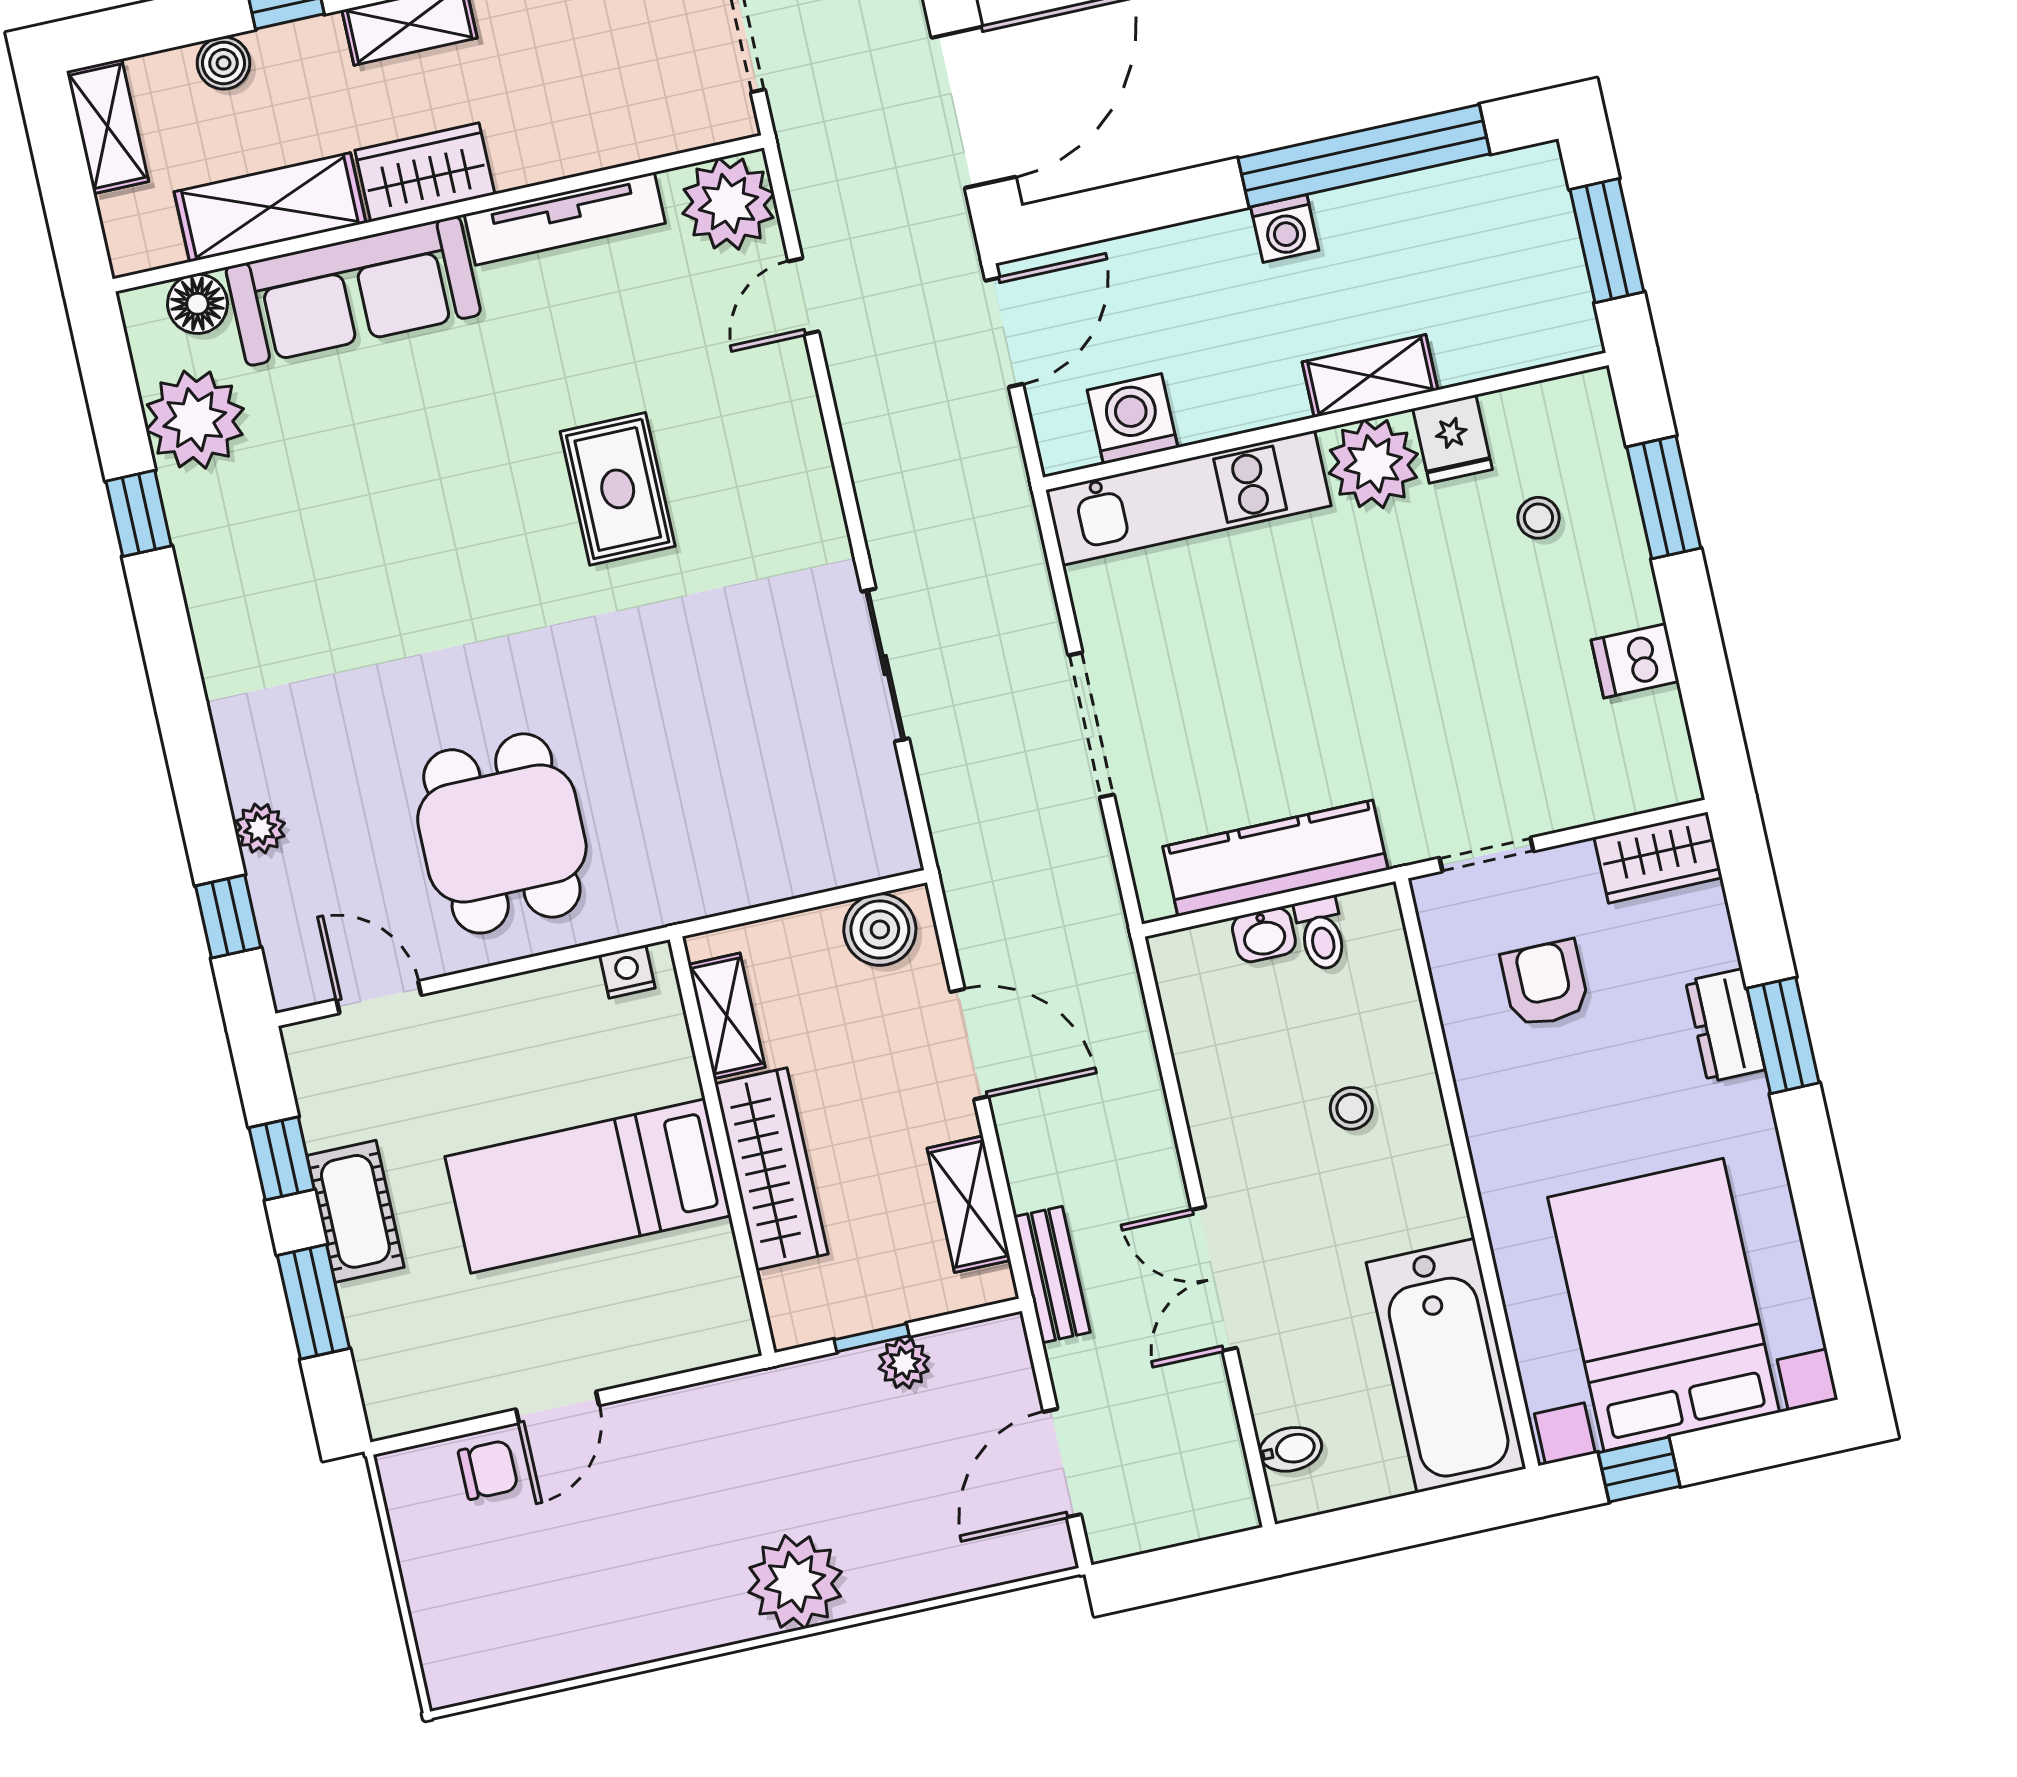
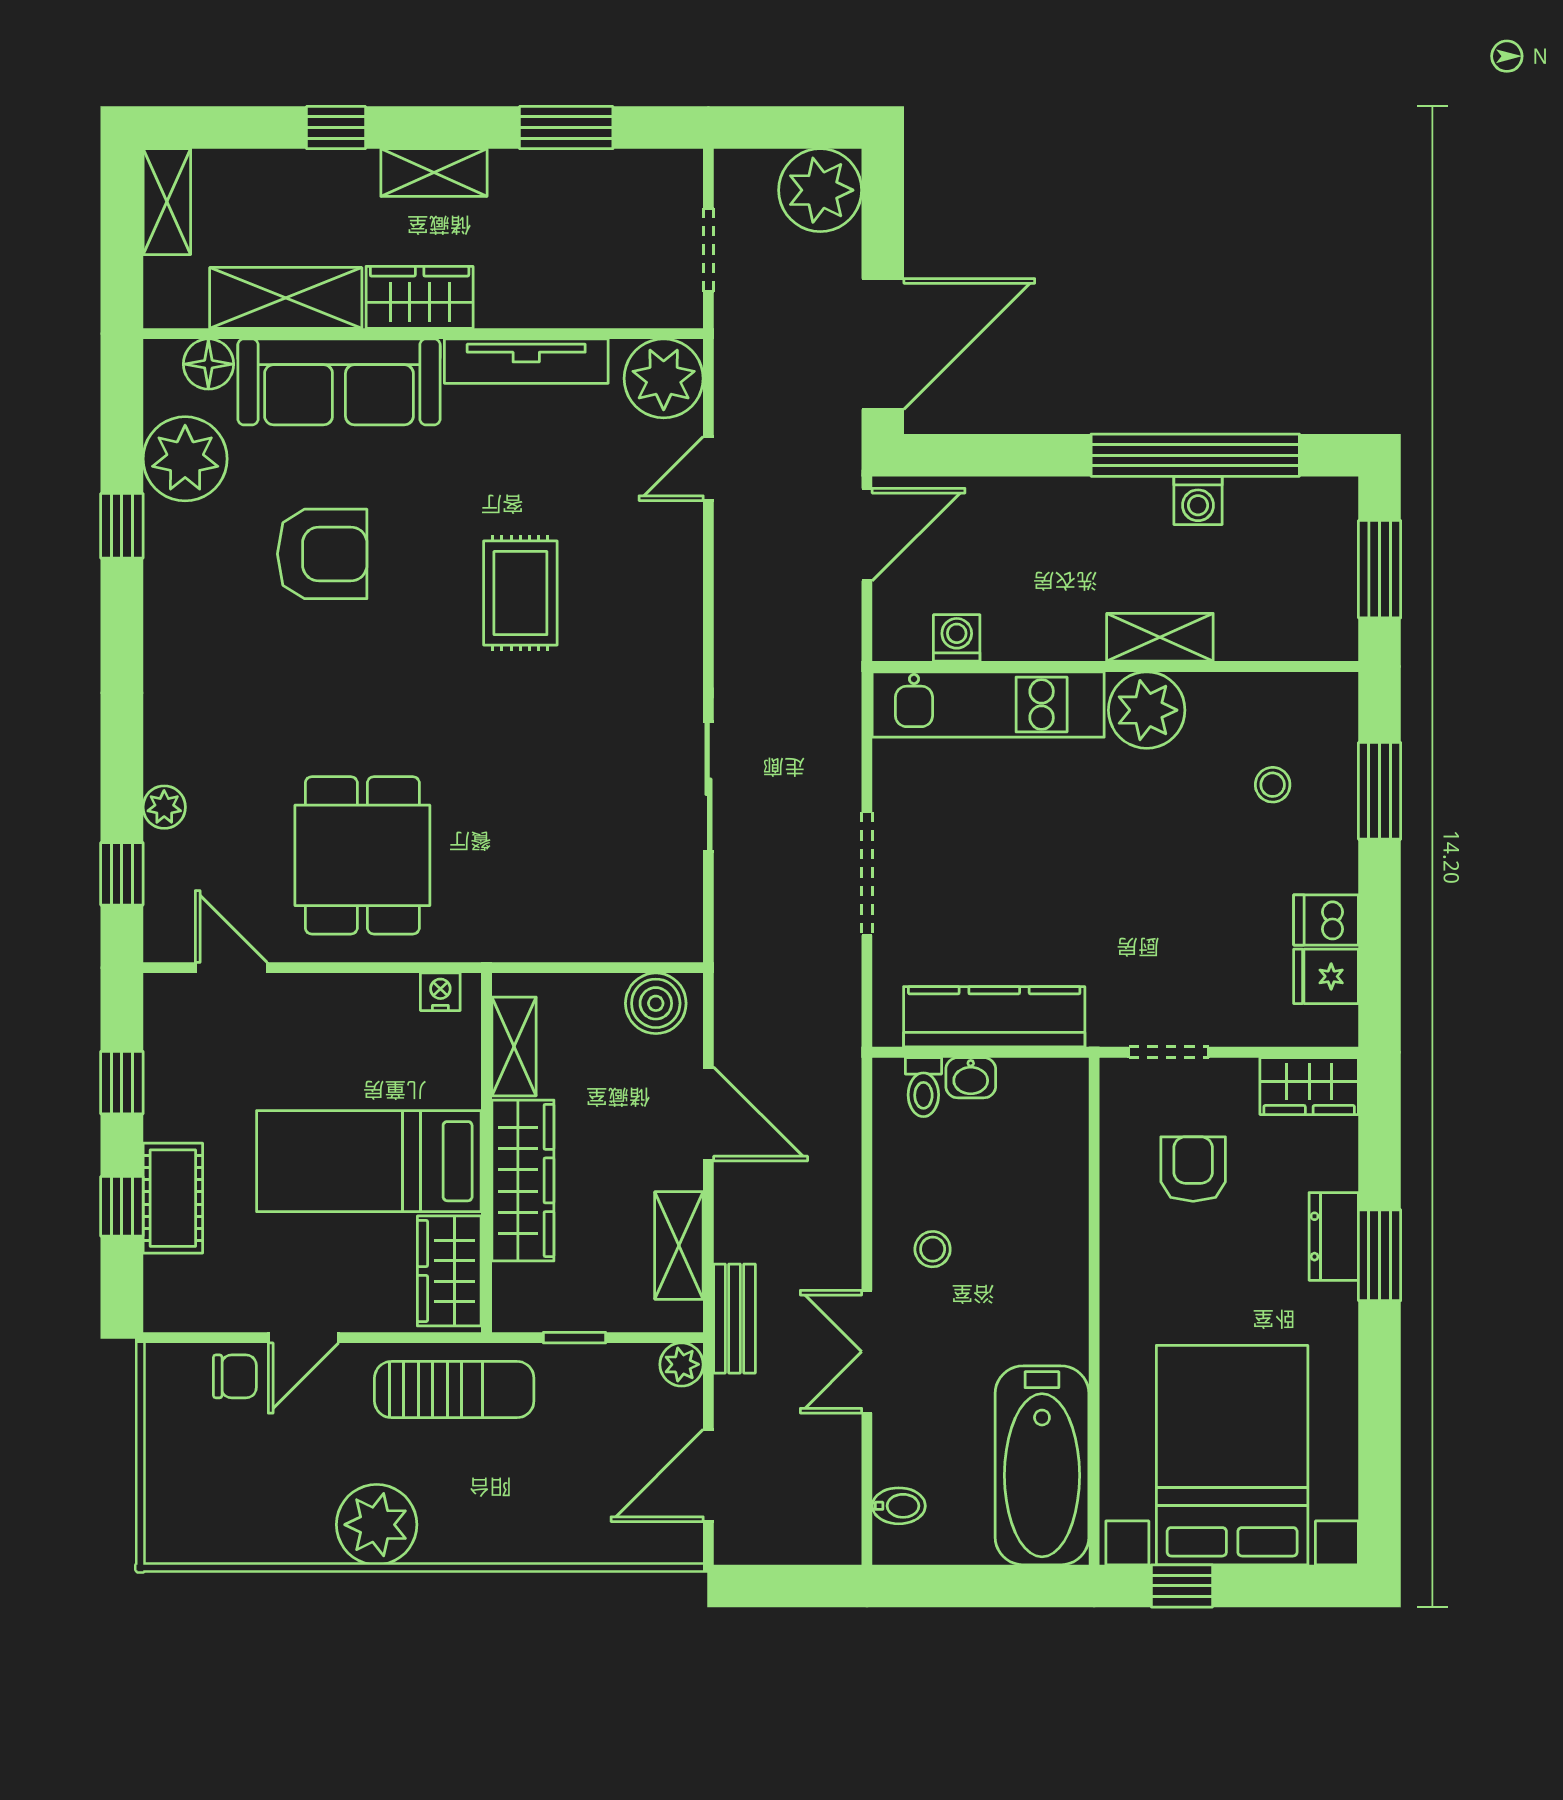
boiler: (224, 63) -> (274, 171), removed
washing machine: (1285, 229) -> (1198, 500), moved
washing machine: (1132, 419) -> (957, 638), width x0.73, depth x0.73
fridge: (1453, 439) -> (1326, 976), moved, turned 90
armchair: (378, 495) -> (322, 554), added
toilet: (1321, 934) -> (923, 1087), moved
stool: (1351, 1108) -> (933, 1249), moved
cot: (355, 1211) -> (173, 1198), moved
wardrobe: (709, 1293) -> (449, 1271), added
window: (313, 1302) -> (122, 1206), width x0.67
plant: (904, 1363) -> (682, 1364), moved
sun lounger: (746, 1429) -> (454, 1390), added
plant: (795, 1582) -> (377, 1525), moved

